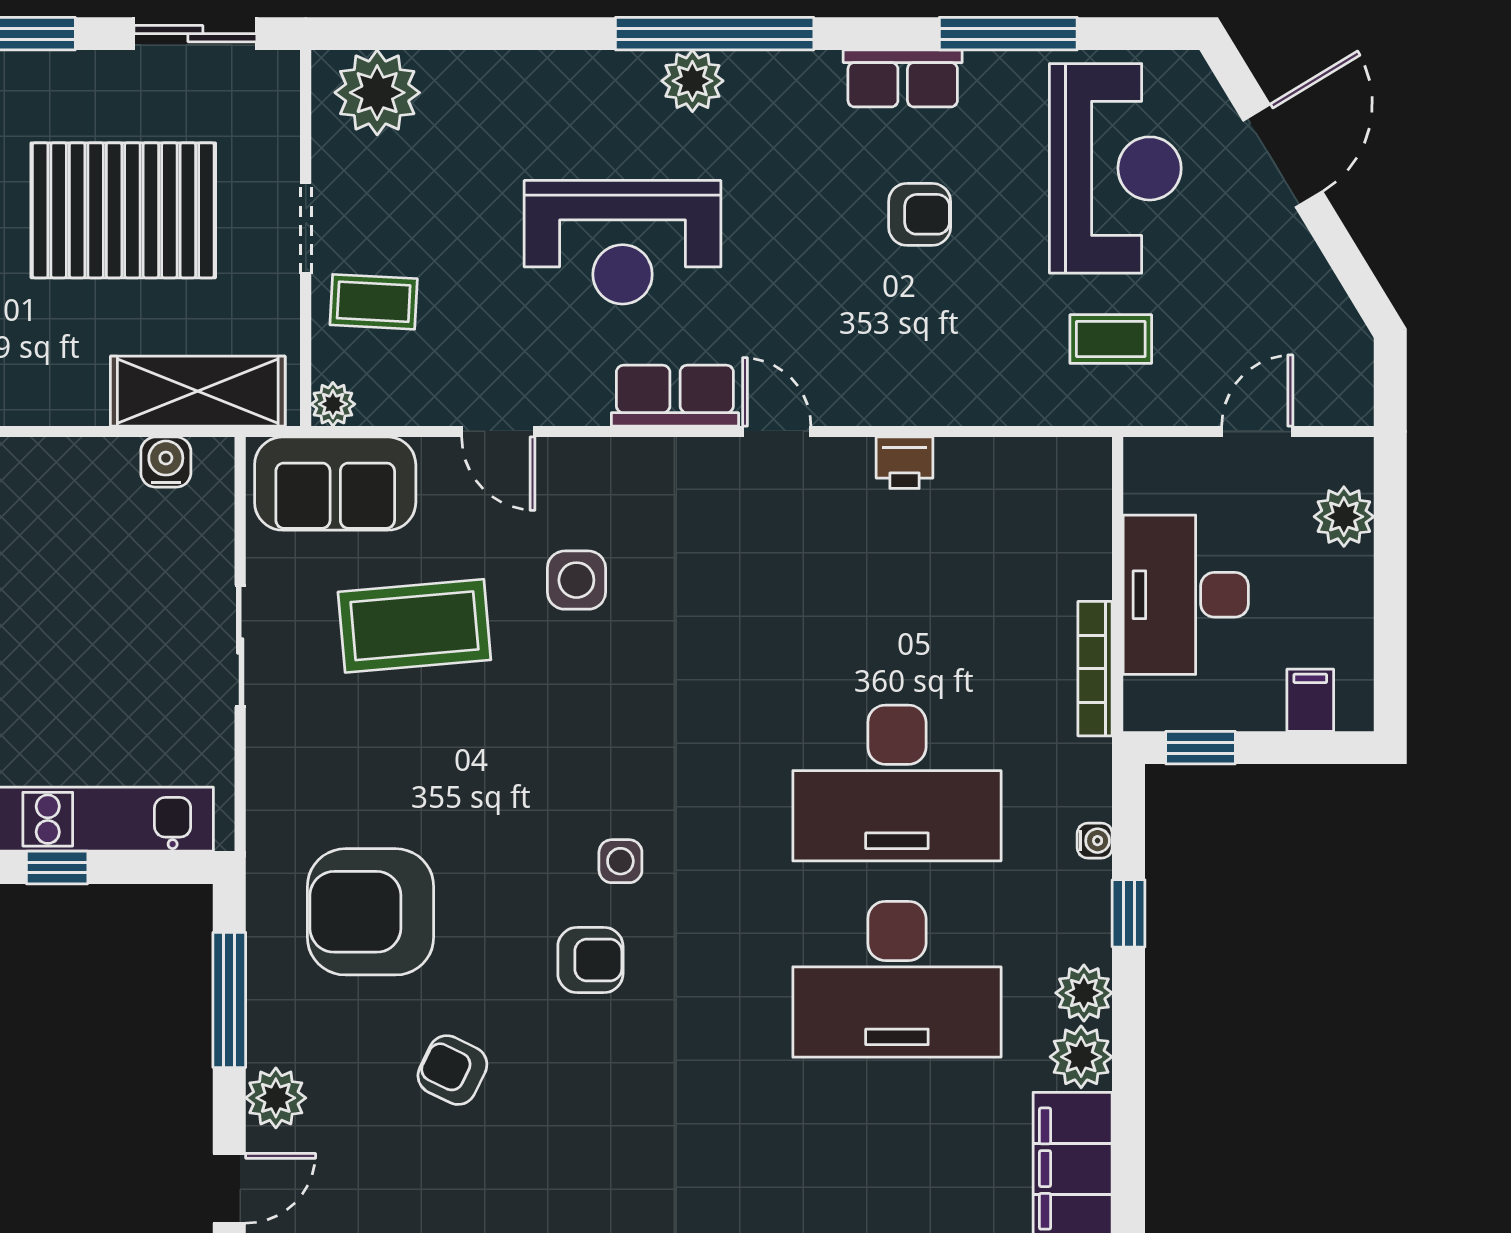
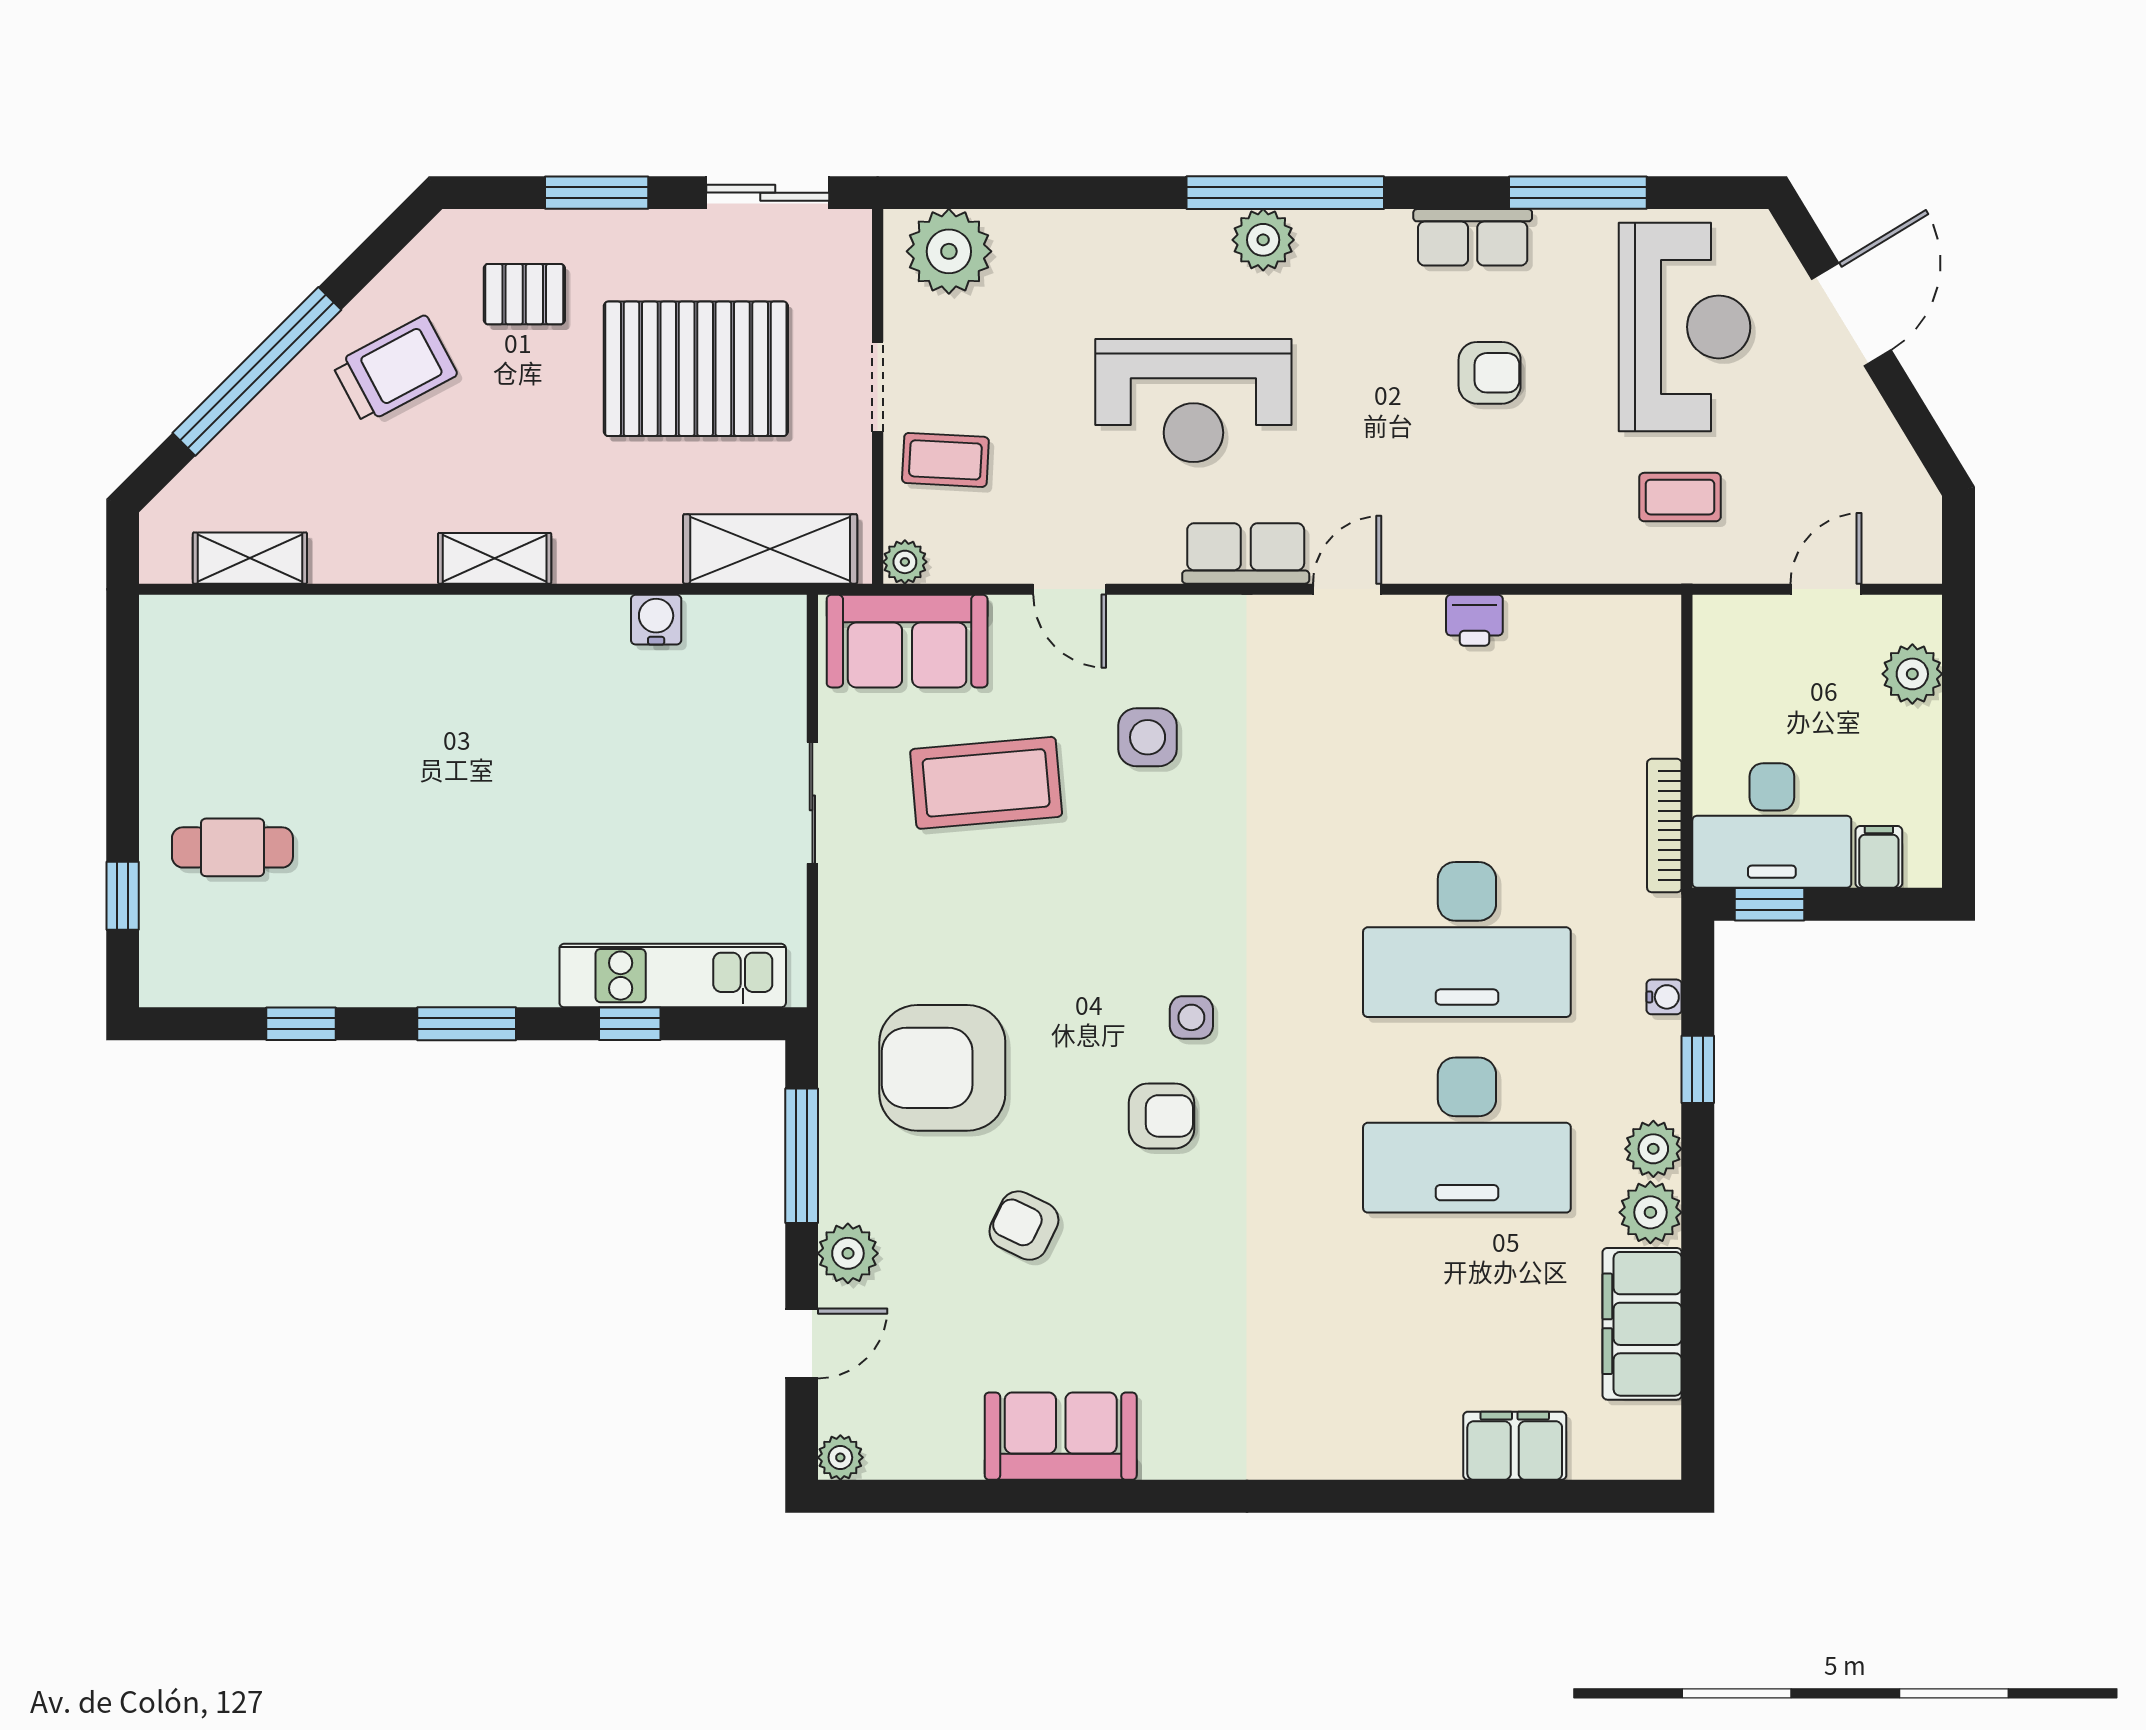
door: (777, 431) -> (1347, 589), hinge flipped
water cooler: (166, 462) -> (656, 620), moved
desk: (1186, 595) -> (1772, 826), moved, turned -90

